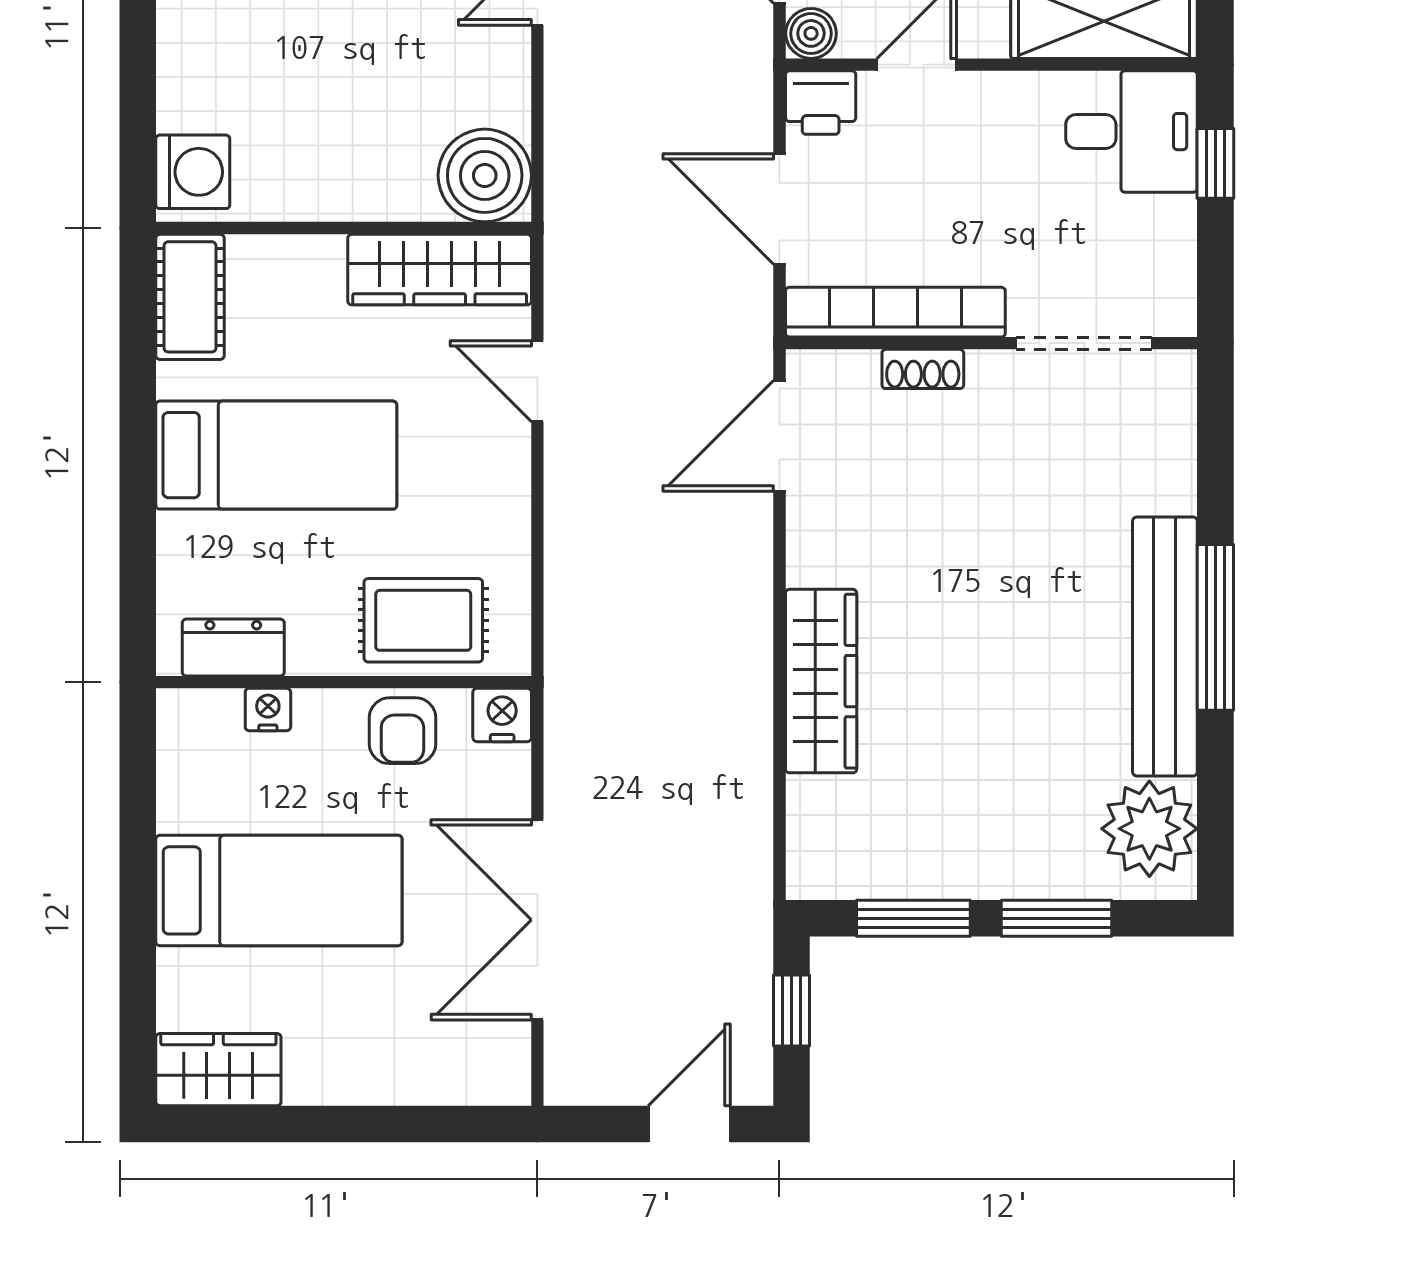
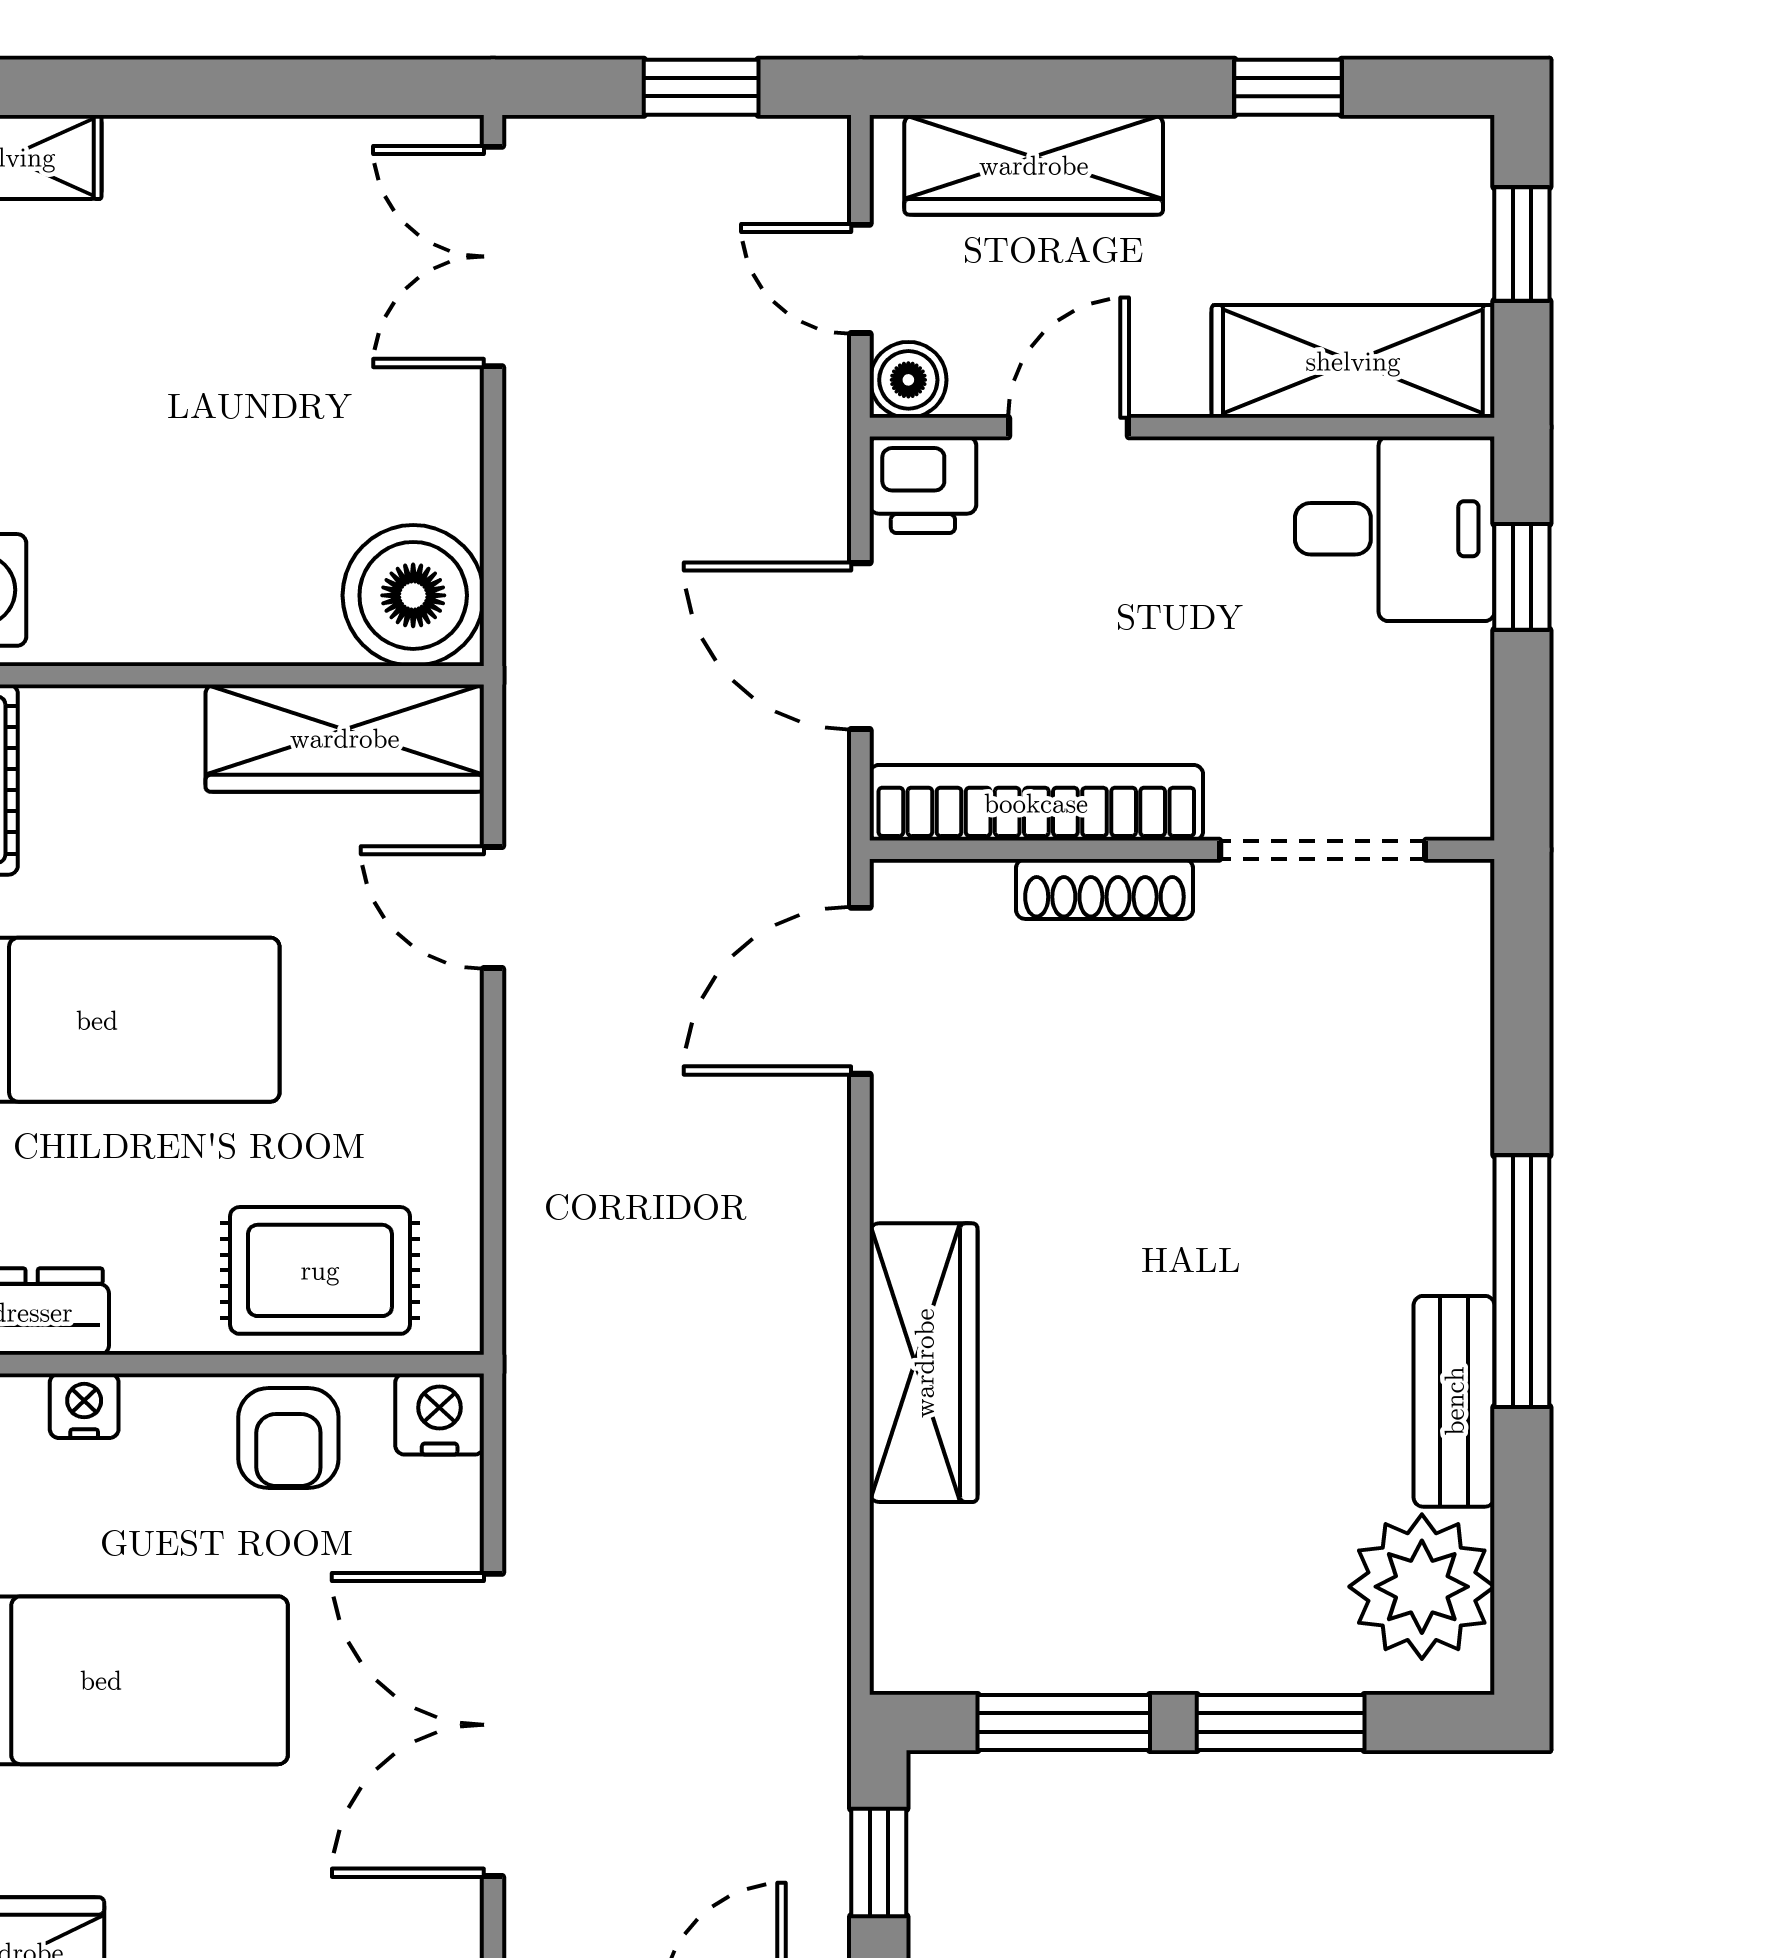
shoe rack: (923, 369) -> (1104, 889), width x1.43
bench: (1165, 647) -> (1454, 1401), width x0.54, depth x0.82

